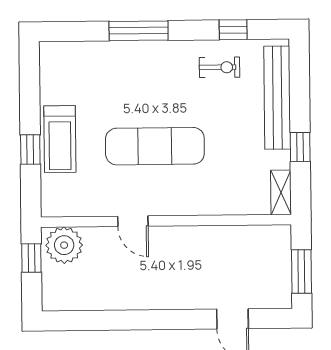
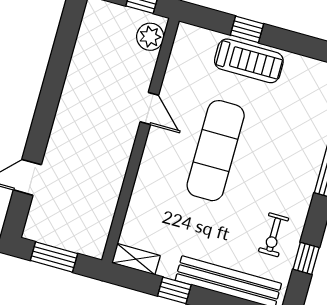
treadmill: (60, 139) -> (249, 61), turned 180
door: (133, 221) -> (149, 108), swing flipped
plant: (64, 245) -> (150, 37), width x0.73, depth x0.73

